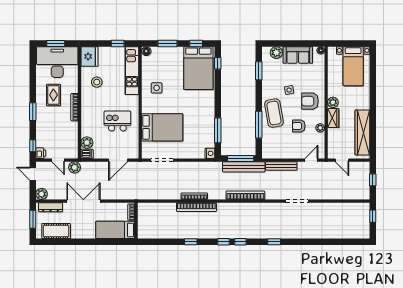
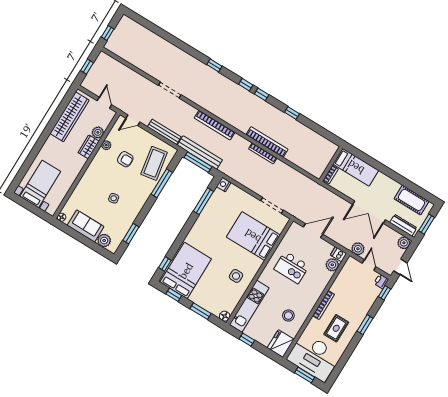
armchair: (310, 101) -> (100, 176), removed
plant: (333, 102) -> (98, 132), moved
coffee table: (274, 113) -> (154, 163), moved

